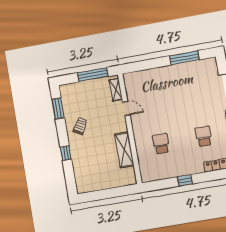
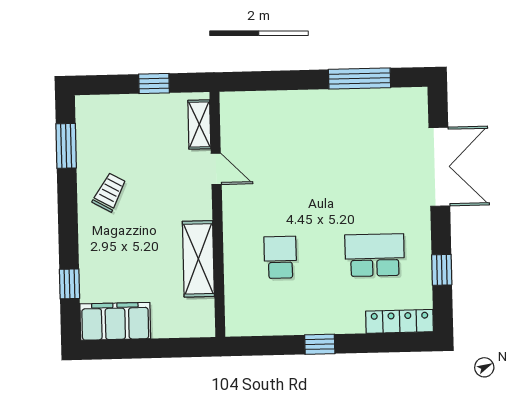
window: (93, 75) -> (154, 84), width x0.46
school desk: (204, 136) -> (375, 255), width x1.85
window: (66, 153) -> (69, 284), moved
filing cabinet: (91, 183) -> (115, 321), added

